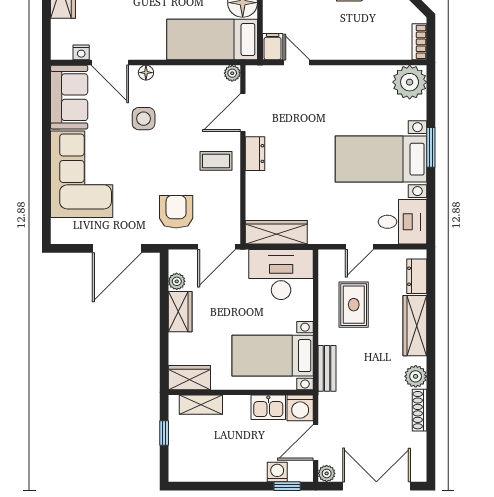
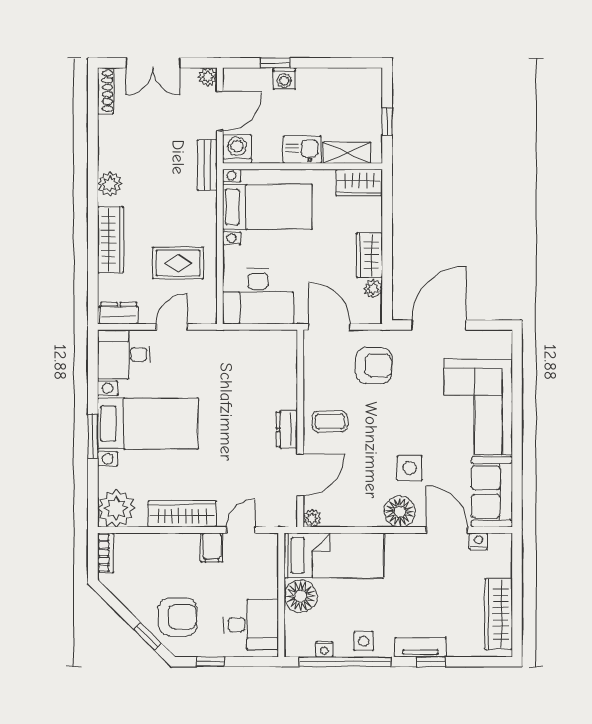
filing cabinet: (273, 47) -> (212, 547), moved
door: (297, 63) -> (241, 530), swing flipped
floor lamp: (146, 73) -> (400, 512), width x1.89, depth x1.89
armchair: (176, 212) -> (374, 365), turned -90
wardrobe: (276, 232) -> (182, 514), moved, turned 180
door: (217, 247) -> (329, 327), hinge flipped
dresser: (417, 276) -> (119, 313), moved, turned -90
rug: (354, 305) -> (178, 263), turned 90
bench: (327, 368) -> (207, 165), moved
kitchen sink: (268, 407) -> (302, 150), moved
shoe rack: (419, 410) -> (105, 91), moved
washing machine: (277, 472) -> (284, 78), moved
window: (287, 486) -> (275, 63), moved
double door: (376, 486) -> (153, 63), width x0.73

